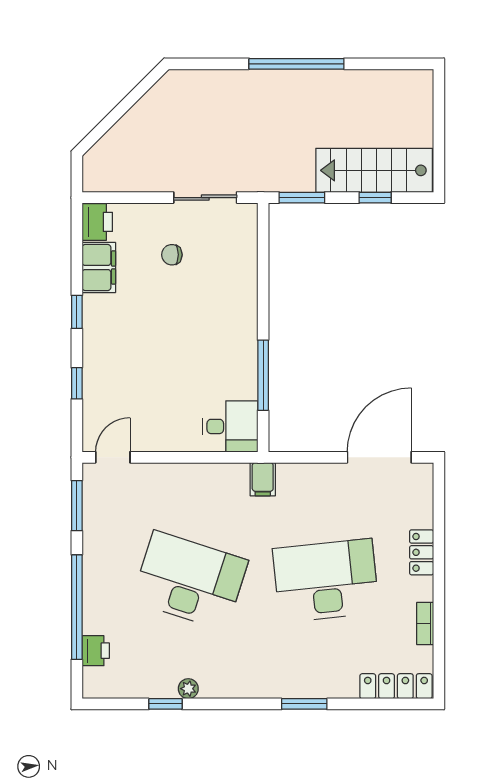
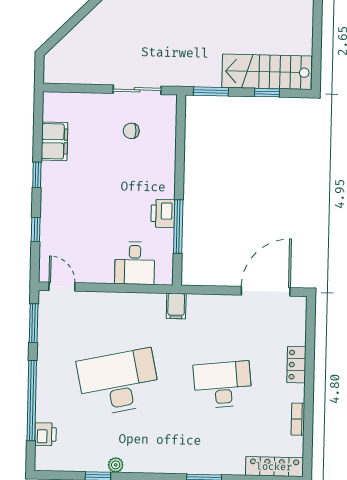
printer: (97, 222) -> (163, 213), moved, turned 180
chair: (172, 255) -> (131, 131), moved
desk: (230, 426) -> (135, 263), moved, turned 90
door: (113, 457) -> (62, 287), hinge flipped
desk: (190, 581) -> (119, 382), turned -30
desk: (326, 581) -> (223, 385), width x0.73, depth x0.77

